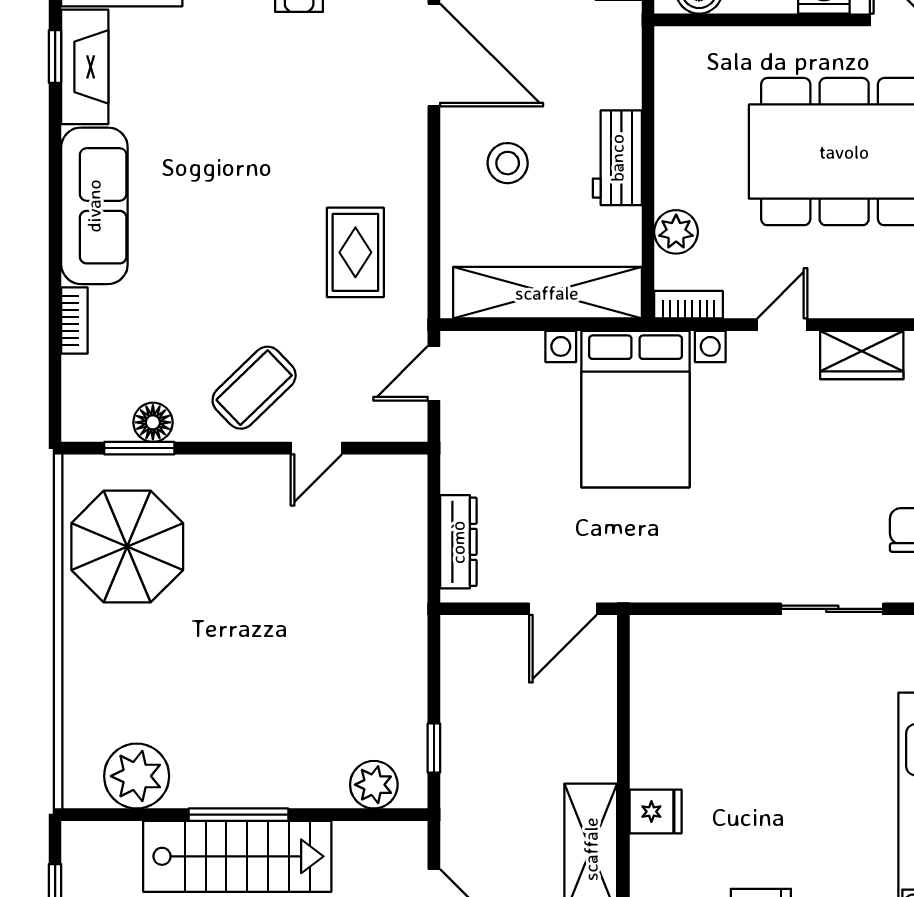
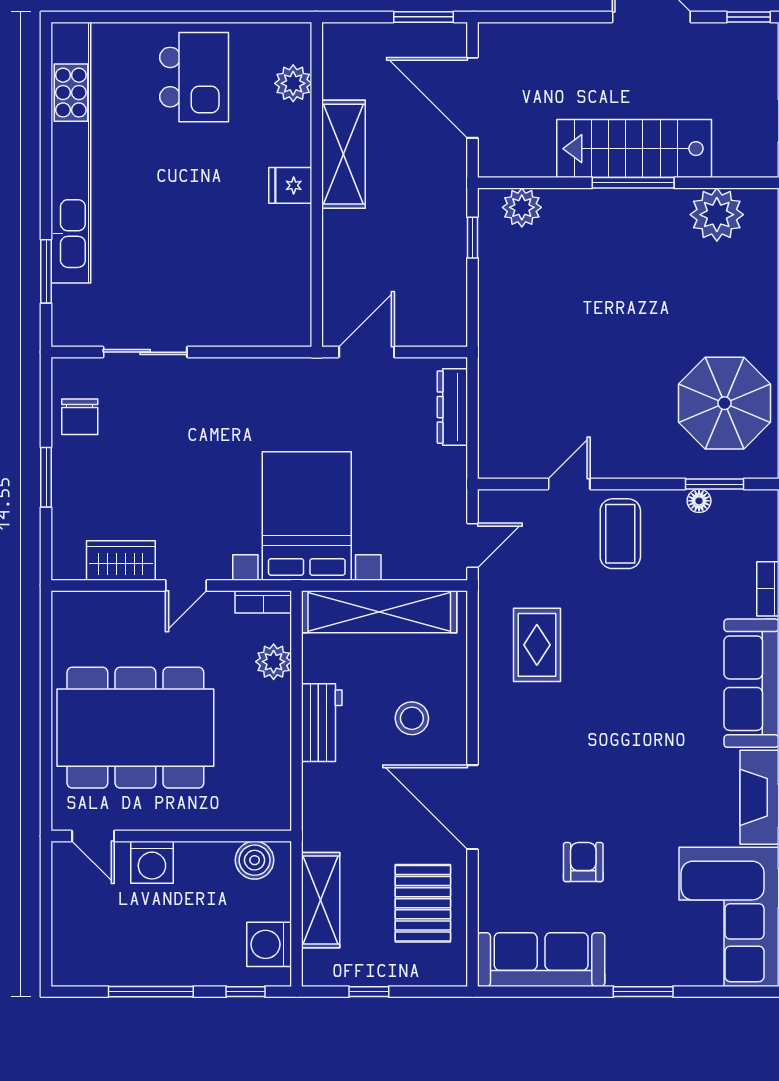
coffee table: (254, 388) -> (620, 534), turned -46
floor lamp: (153, 422) -> (699, 501), width x0.73, depth x0.73

